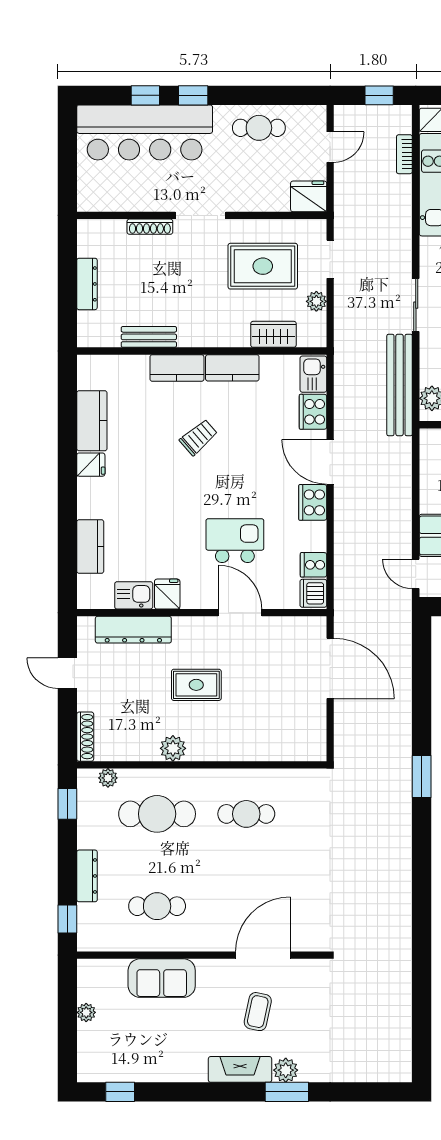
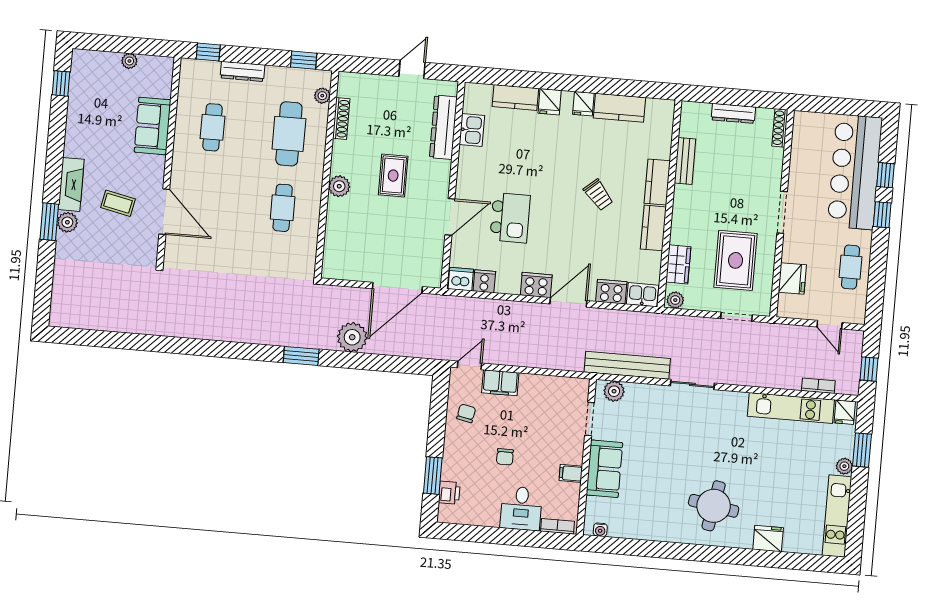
fridge: (309, 196) -> (792, 279), moved
shoe rack: (150, 227) -> (780, 128), moved
plant: (316, 301) -> (675, 300), moved
fridge: (167, 594) -> (550, 102), moved, turned 90
plant: (394, 717) -> (352, 337), added
shoe rack: (85, 737) -> (341, 119), moved, turned -90
plant: (173, 748) -> (339, 186), moved

